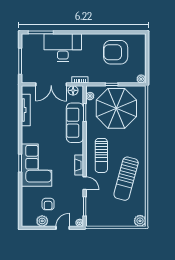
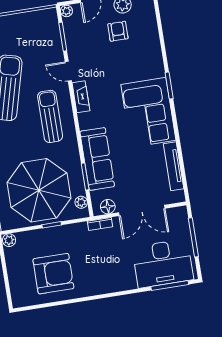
desk: (63, 48) -> (163, 263), moved
double door: (51, 84) -> (142, 210), swing flipped
corner sofa: (37, 165) -> (148, 112), moved

